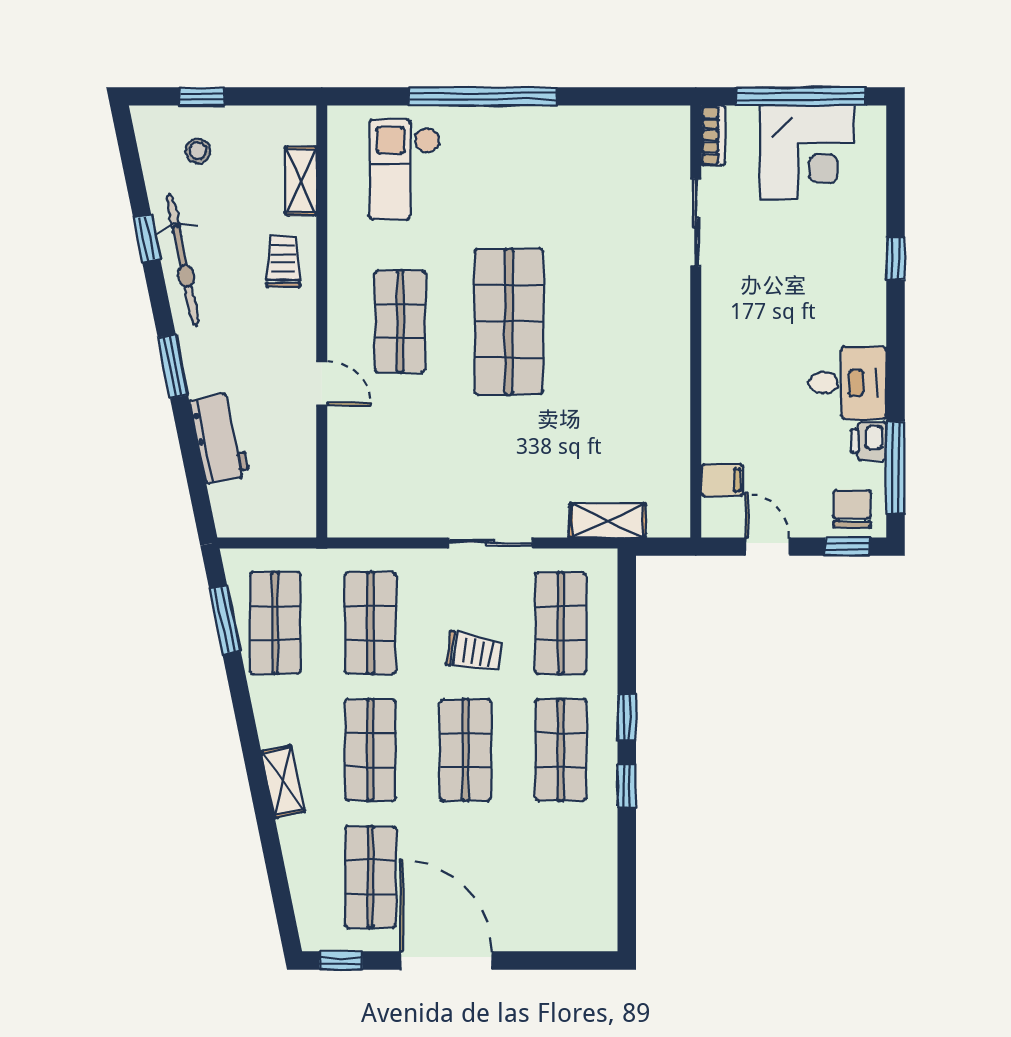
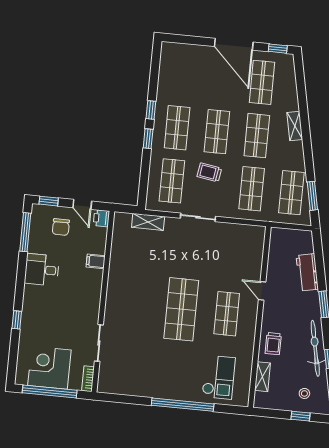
printer: (869, 441) -> (101, 218), moved, turned 180
filing cabinet: (722, 480) -> (96, 261), moved
chair: (852, 509) -> (61, 227), moved

